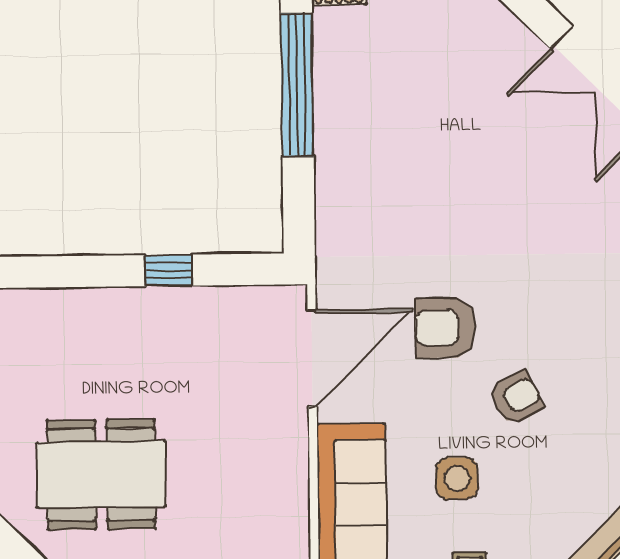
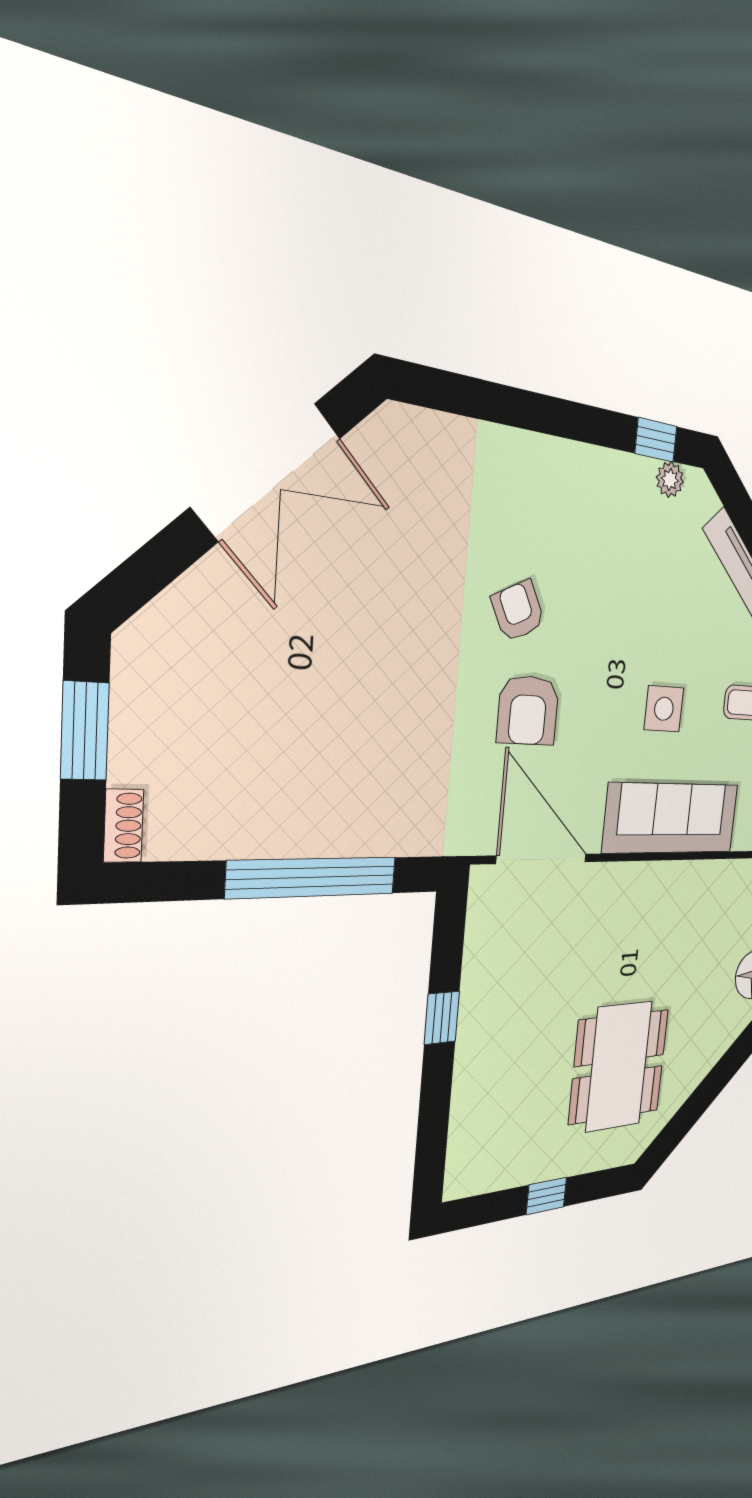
window: (297, 85) -> (313, 877), moved
armchair: (516, 398) -> (518, 611), moved

